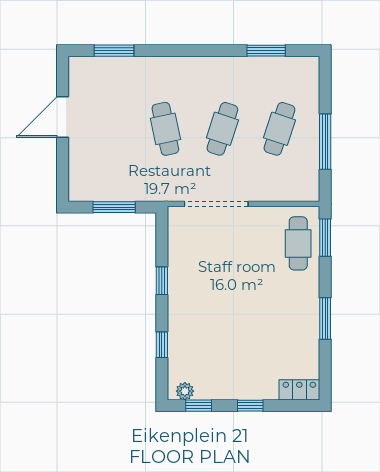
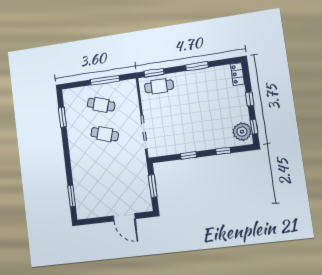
door: (63, 117) -> (124, 217), moved
cafe table: (165, 129) -> (108, 164), removed
plant: (185, 391) -> (242, 132), width x1.88, depth x1.88

